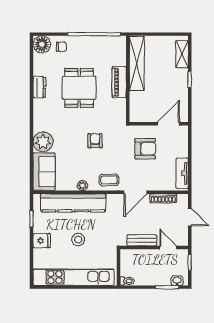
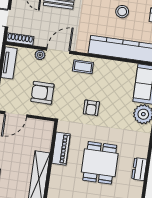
piano: (119, 82) -> (61, 149), moved
plant: (82, 186) -> (40, 55), moved
shoe rack: (163, 198) -> (20, 39), moved

